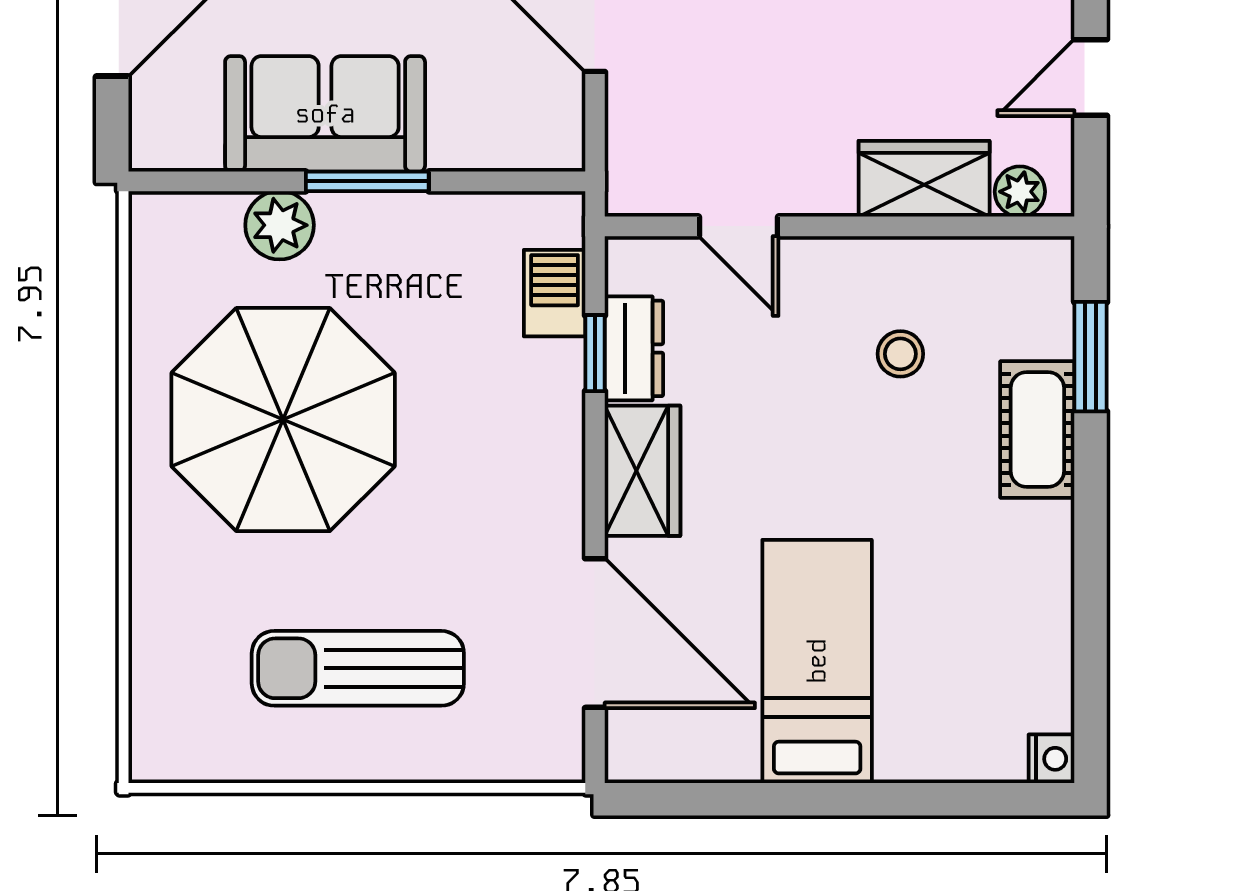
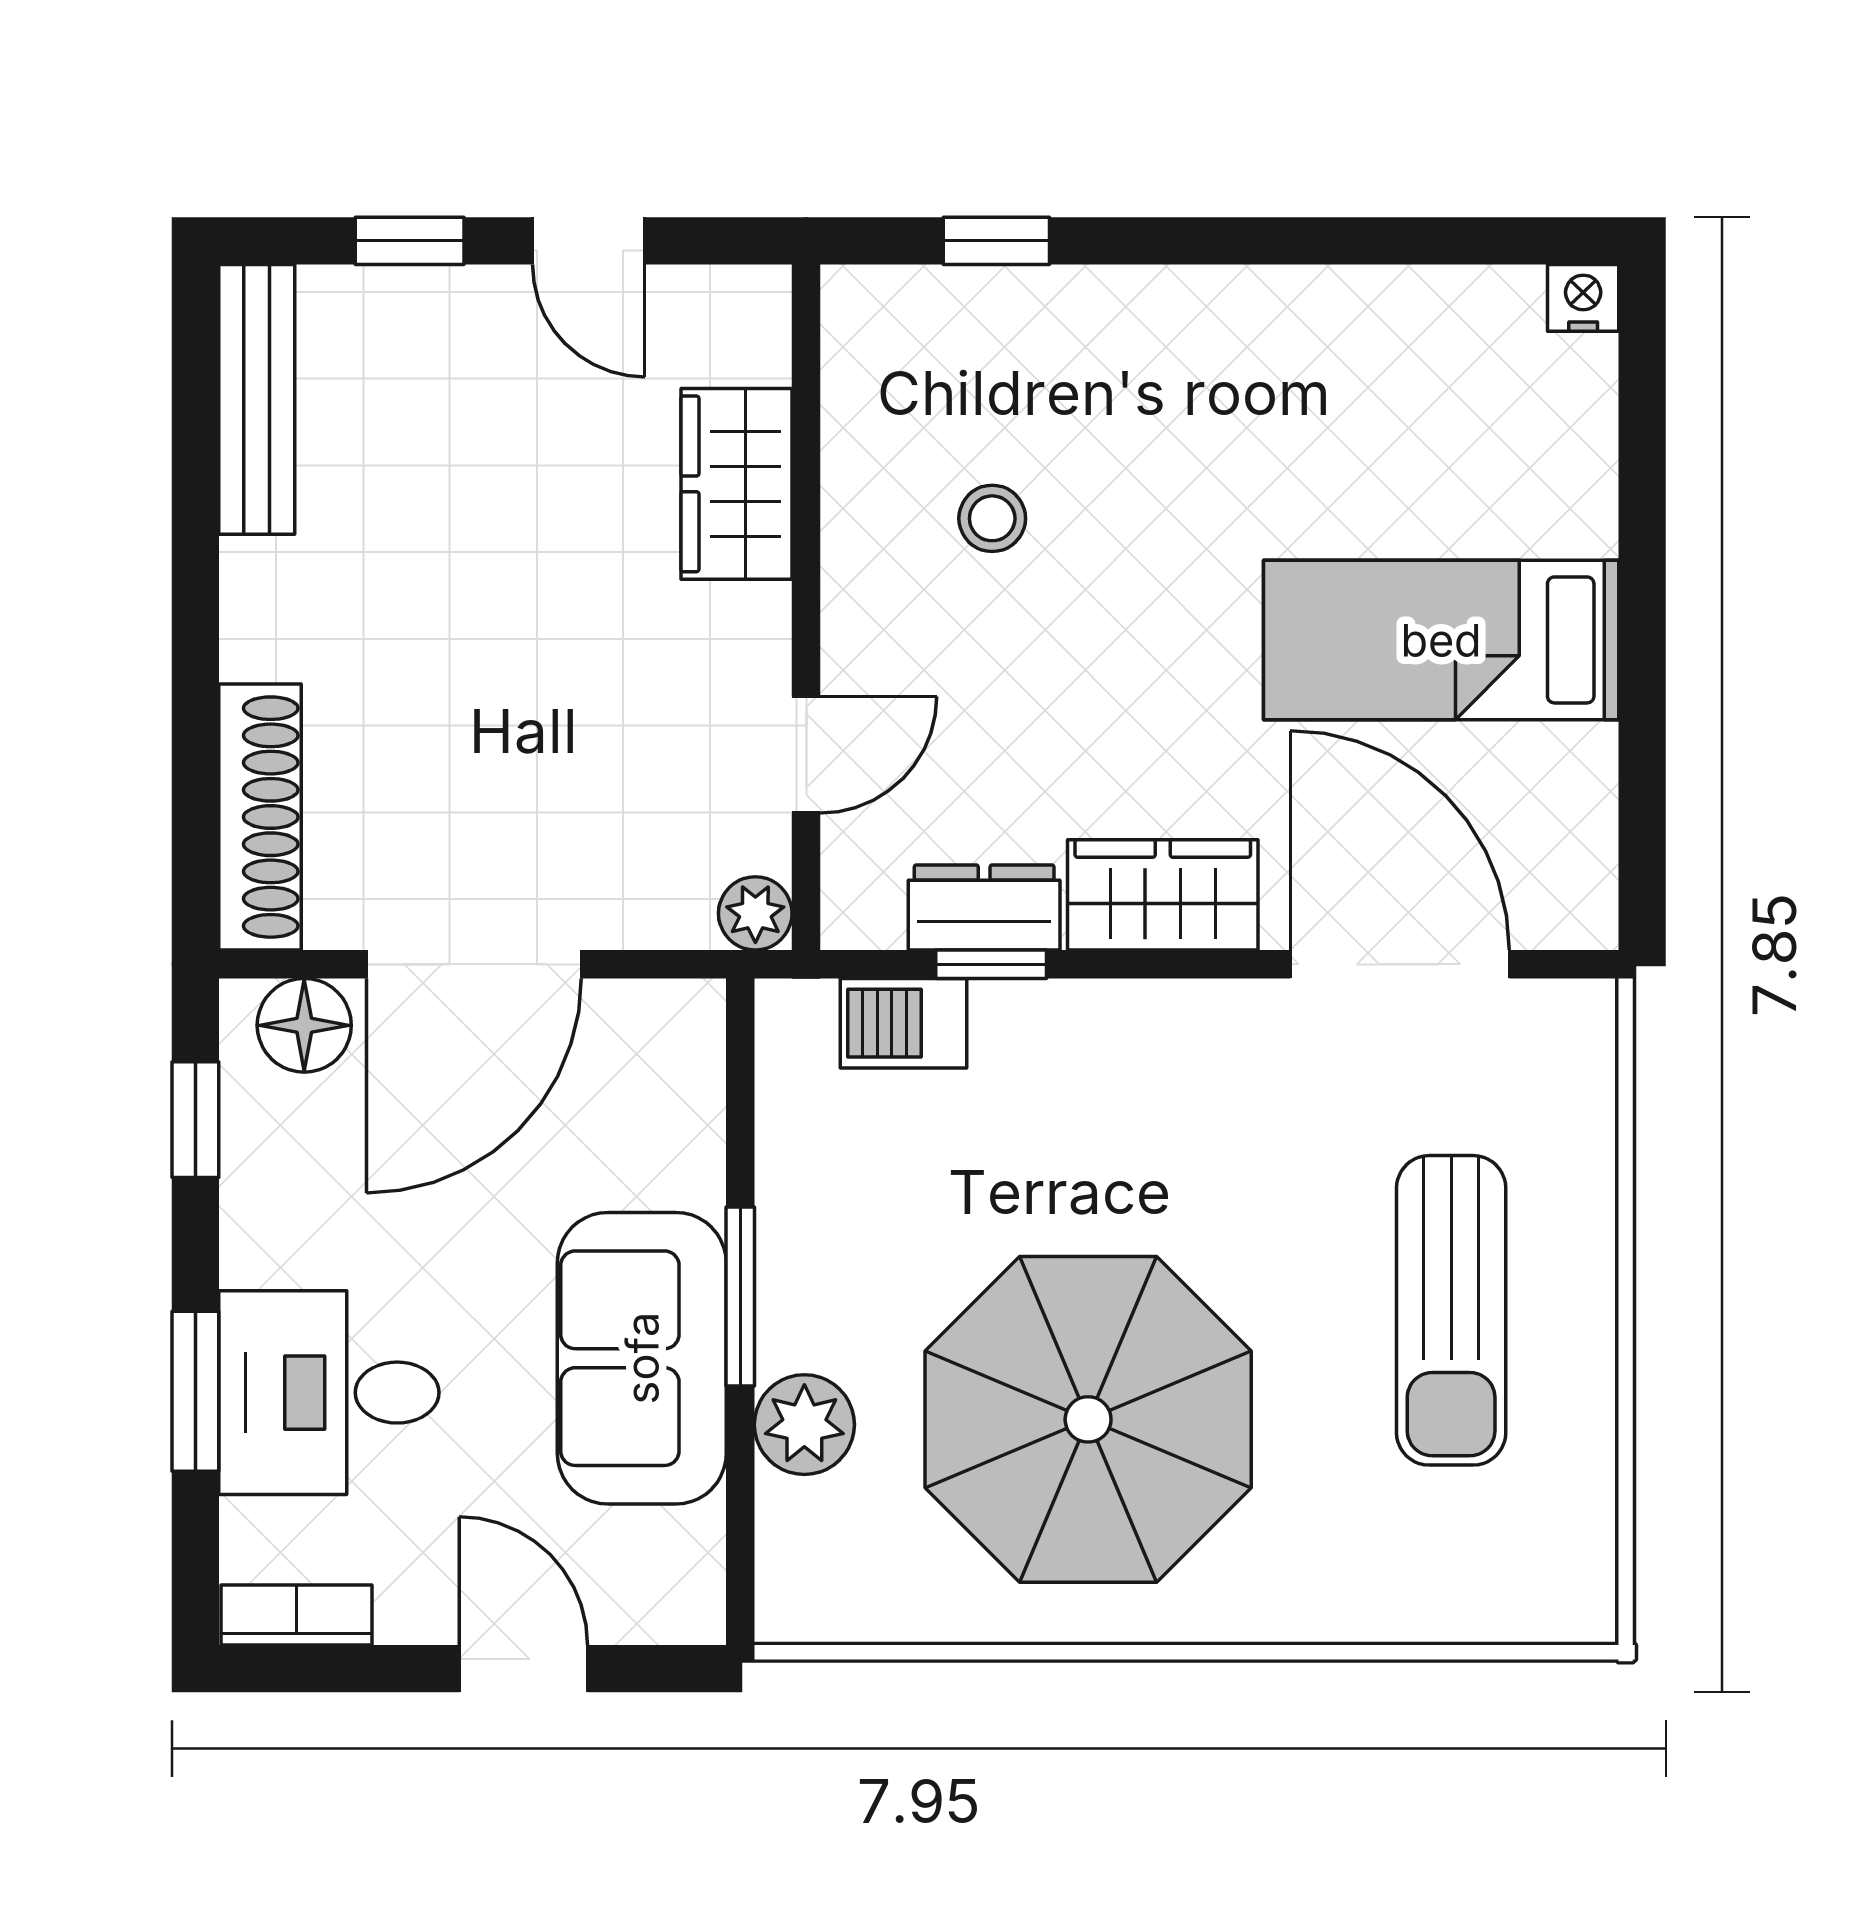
plant: (1020, 192) -> (755, 913), moved
window: (1091, 357) -> (996, 241), width x0.67
cot: (1037, 430) -> (1103, 319), removed
door: (595, 633) -> (1400, 964), hinge flipped

